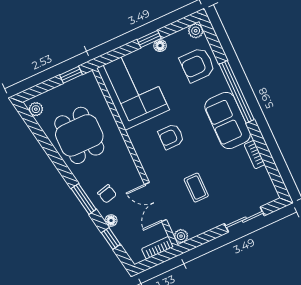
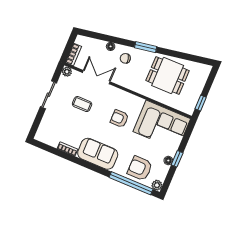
armchair: (197, 65) -> (140, 168), turned -90
window: (237, 92) -> (131, 183), moved
plant: (36, 109) -> (203, 68), removed
armchair: (171, 137) -> (119, 119), turned -90
window: (84, 199) -> (146, 47), moved
sliding door: (244, 220) -> (48, 95), moved
window: (111, 238) -> (102, 37), removed

